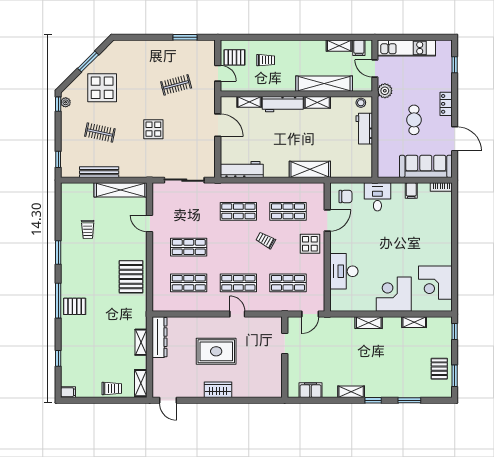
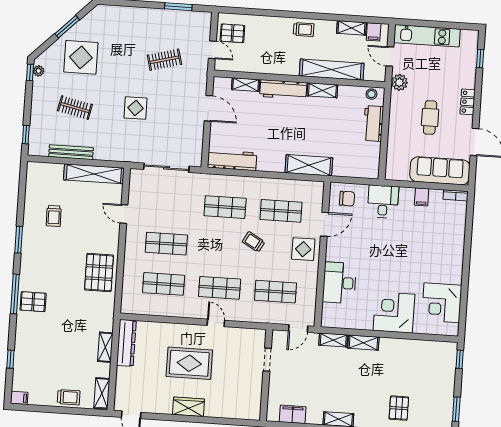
trolley: (266, 60) -> (304, 29), moved
shelving: (414, 322) -> (333, 340), moved
pallet: (439, 369) -> (399, 408), moved

